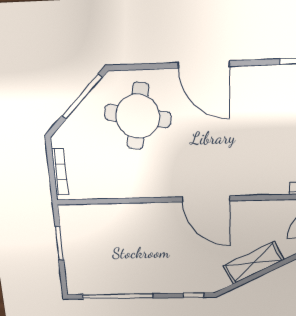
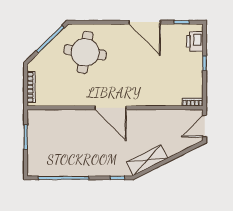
door: (204, 64) -> (145, 22), moved
door: (206, 199) -> (111, 108), moved
shelving: (253, 263) -> (147, 160), moved

